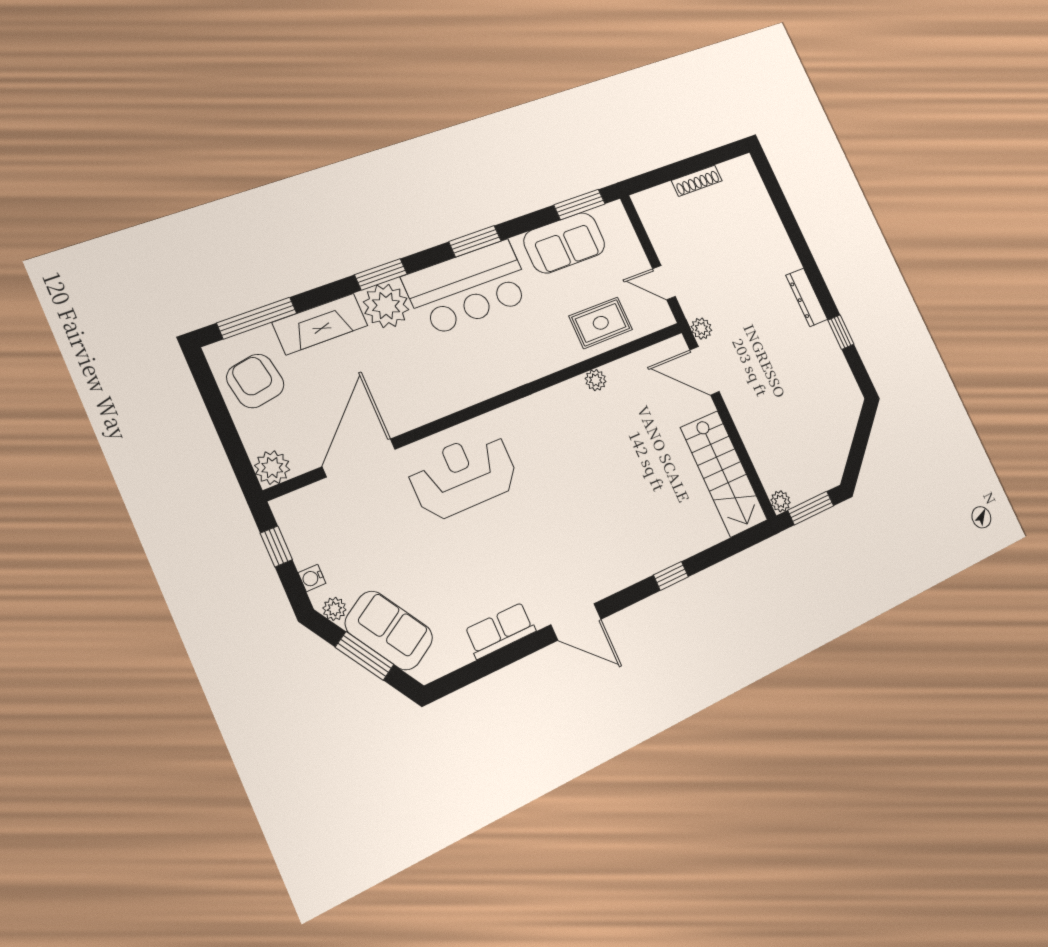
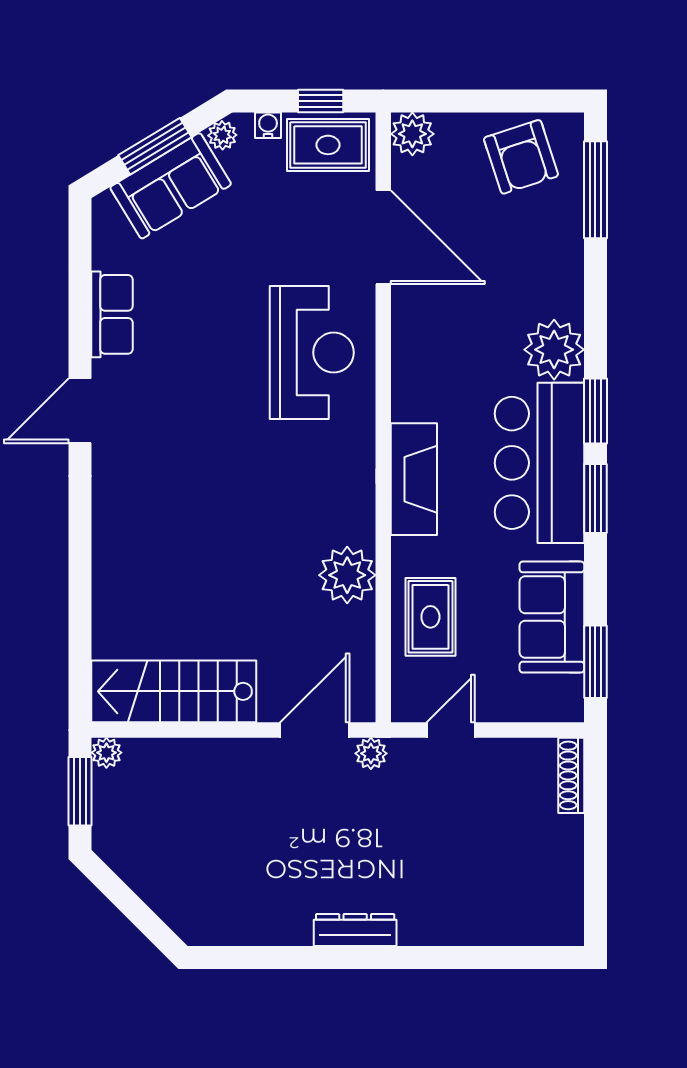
shoe rack: (697, 181) -> (571, 775), moved
window: (381, 274) -> (595, 411), moved
fireplace: (320, 324) -> (414, 479), moved, turned 180
window: (841, 332) -> (289, 957), removed
plant: (596, 380) -> (347, 575), width x1.88, depth x1.88
armchair: (255, 381) -> (521, 157), turned 82
rug: (308, 527) -> (328, 145), added
window: (671, 576) -> (80, 557), removed

